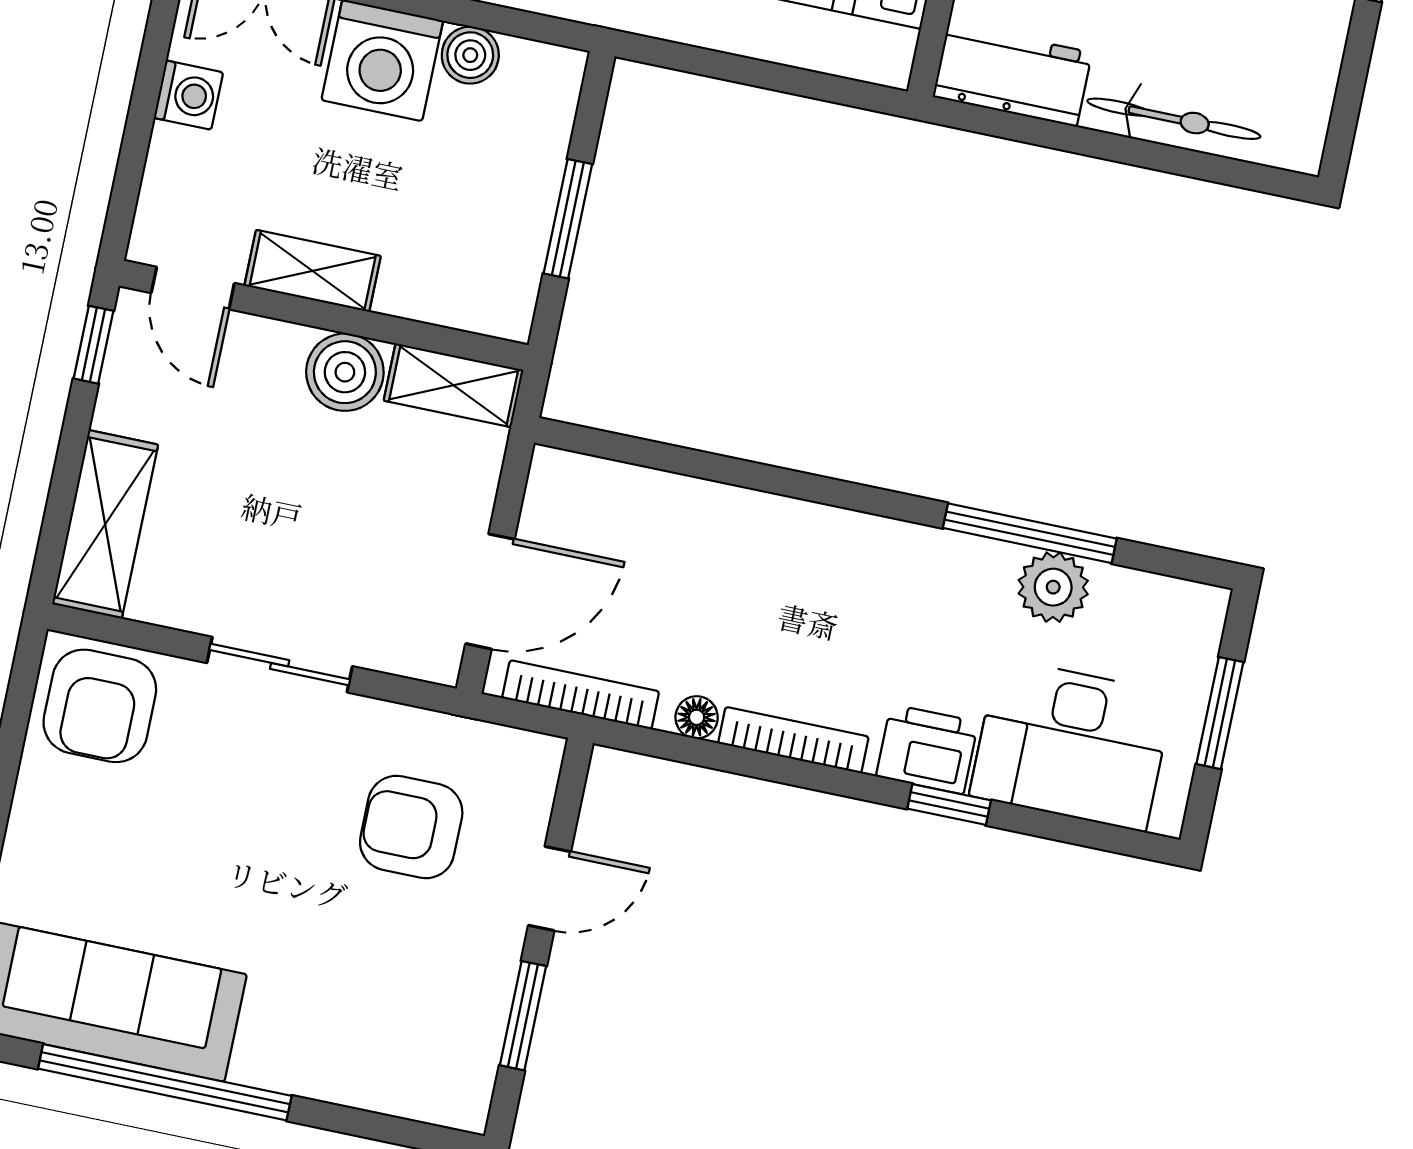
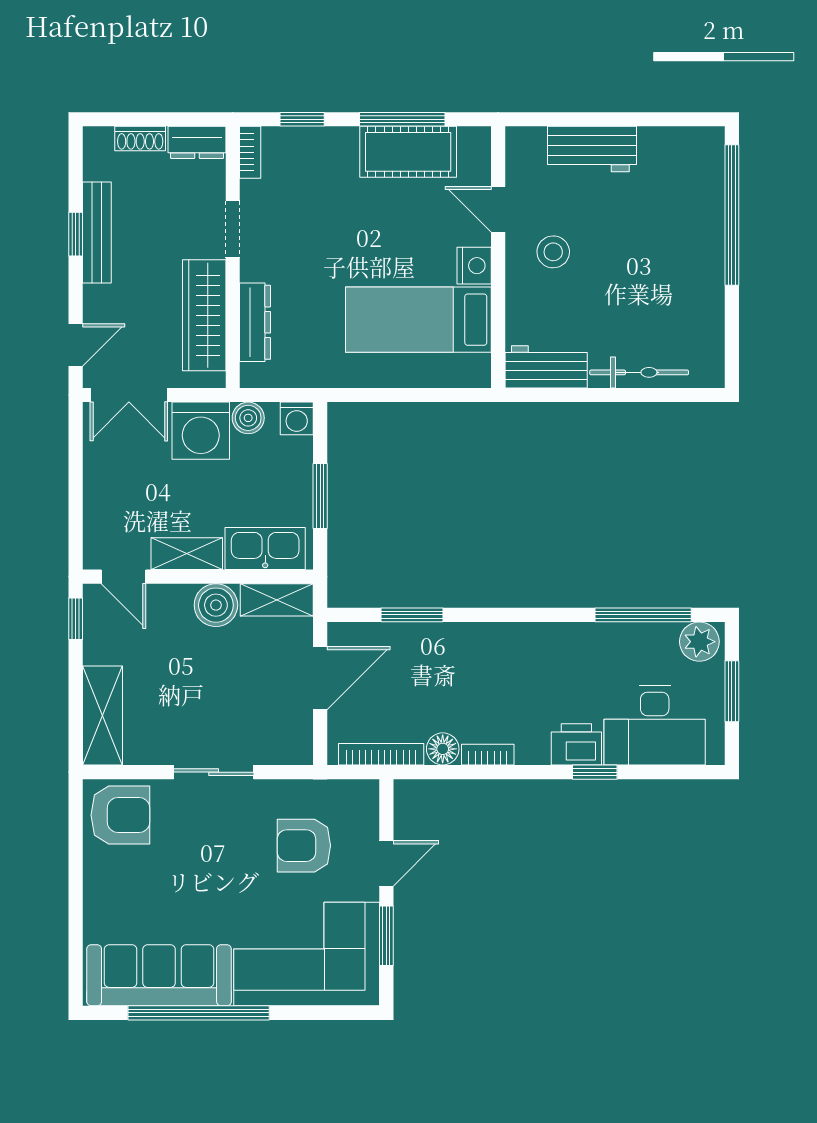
washing machine: (188, 95) -> (297, 418), moved, turned 90
kitchen sink: (452, 291) -> (265, 548), added
window: (686, 461) -> (412, 615), added
window: (1030, 533) -> (643, 615), moved
plant: (1053, 587) -> (699, 642), moved
door: (490, 591) -> (320, 678), moved
armchair: (100, 706) -> (120, 815), turned -90
floor lamp: (697, 717) -> (443, 749), width x1.37, depth x1.37
bookcase: (793, 740) -> (488, 755), width x0.64
corner sofa: (376, 1018) -> (307, 954), added

